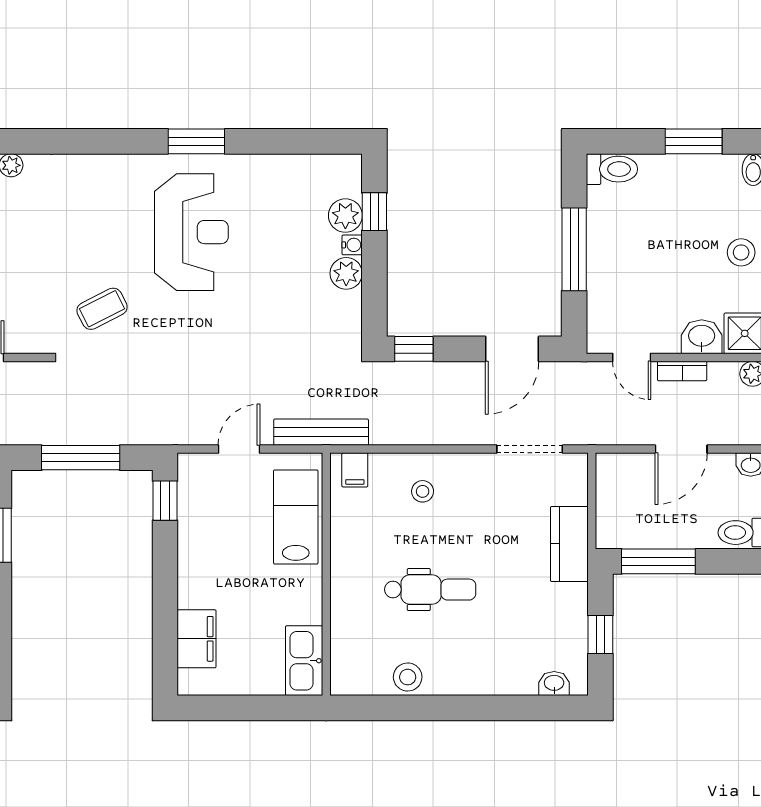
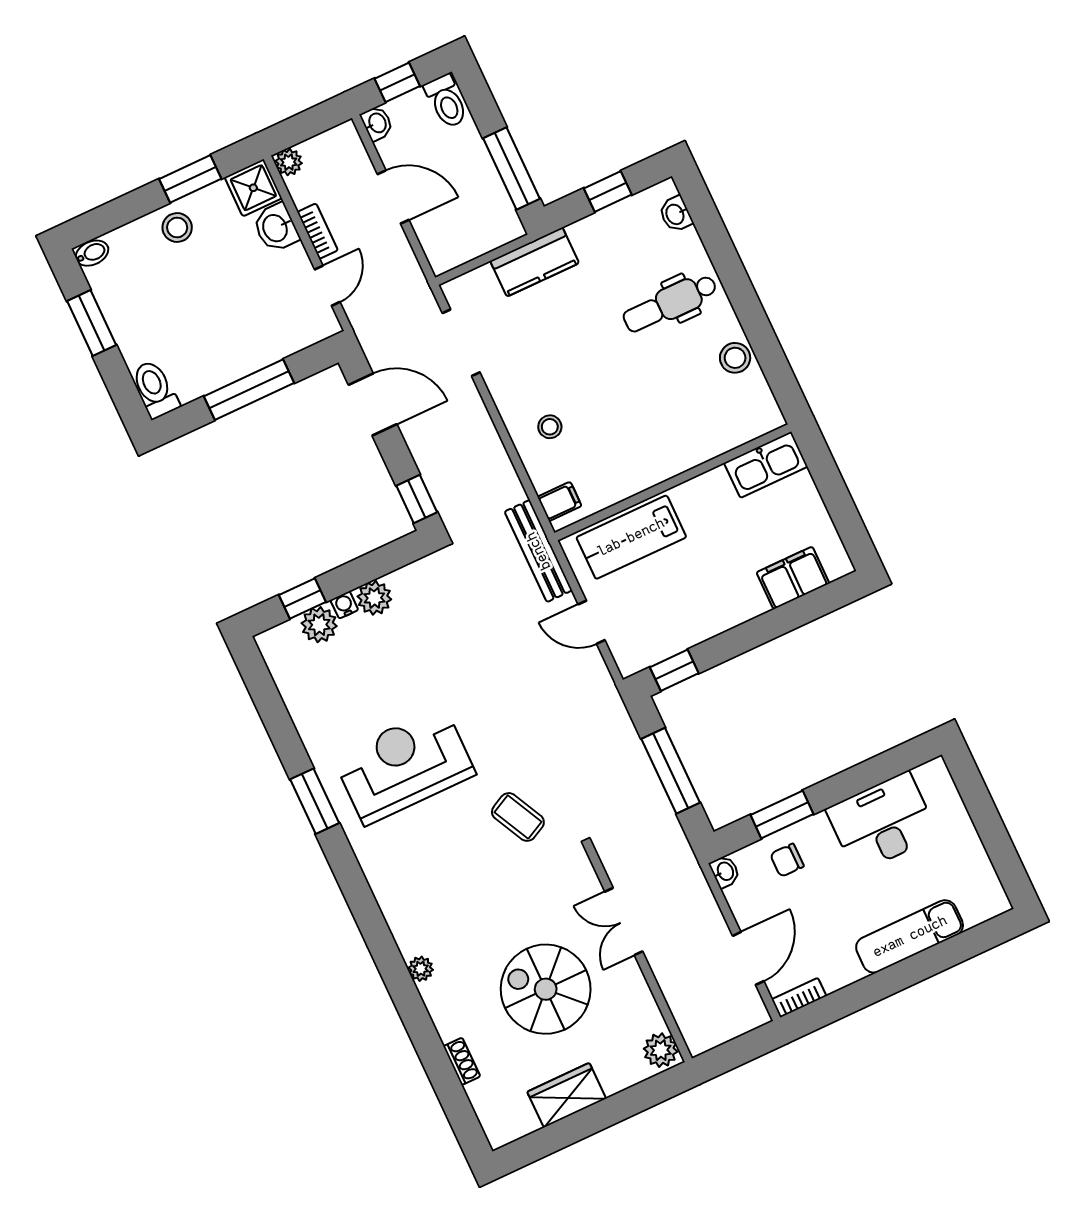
dental chair: (430, 590) -> (670, 303), moved, turned -90

